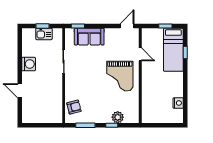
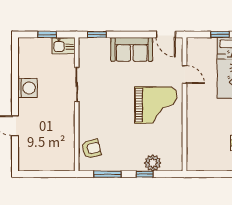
door: (127, 26) -> (166, 34), swing flipped
kitchen sink: (44, 34) -> (64, 46), moved
sofa: (89, 37) -> (132, 49), moved
grand piano: (120, 76) -> (156, 105), turned -90

